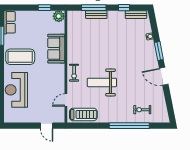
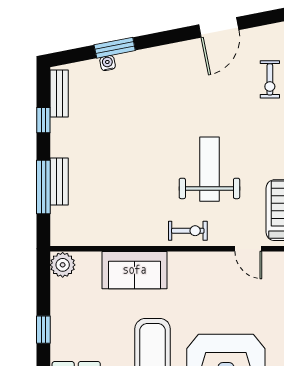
window: (45, 8) -> (43, 330), moved
window: (159, 51) -> (115, 48), moved
door: (164, 76) -> (219, 27), moved
weight bench: (102, 82) -> (209, 169), turned 180

